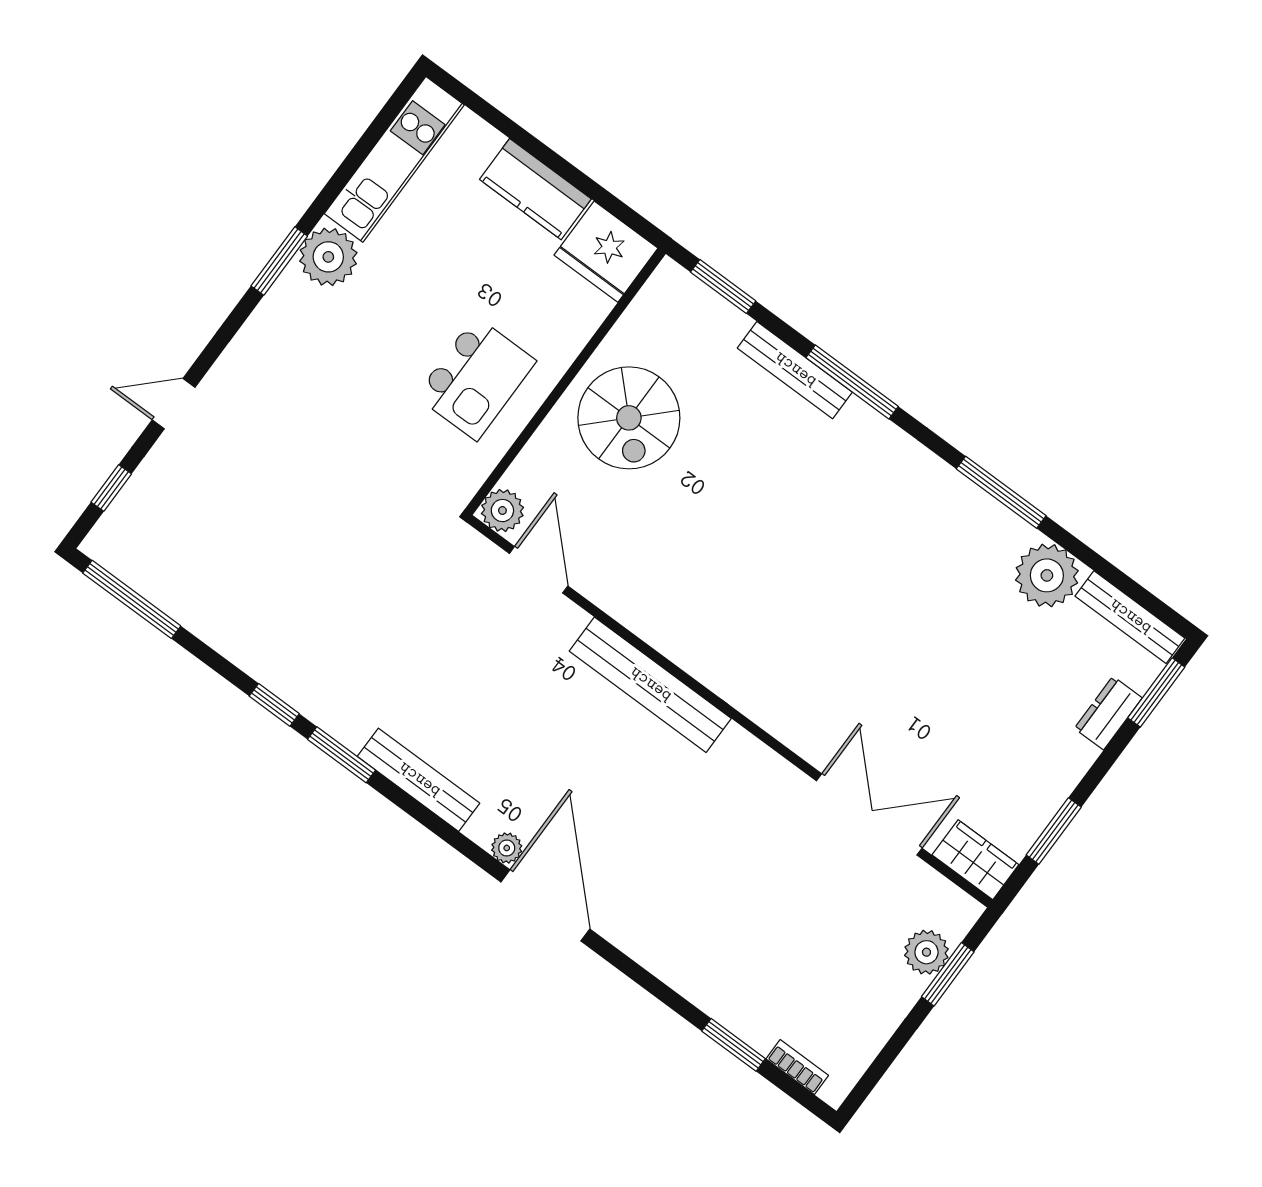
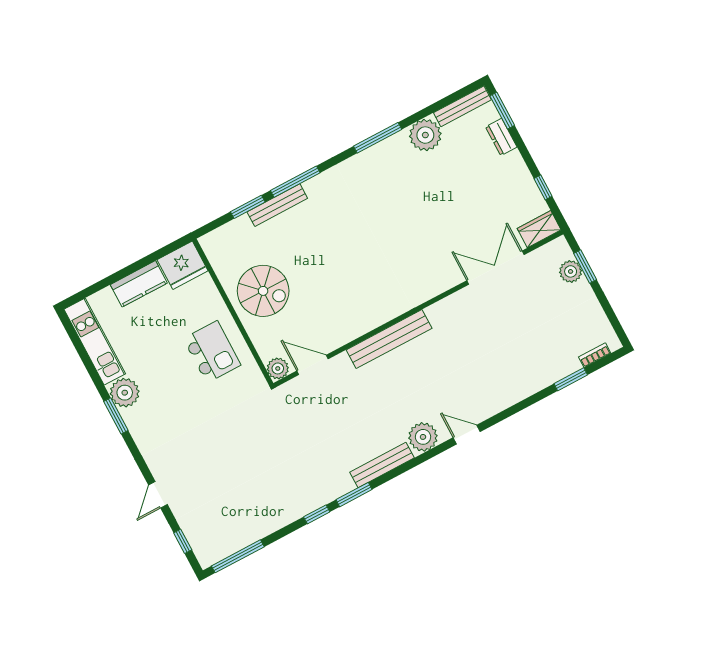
window: (723, 286) -> (248, 207), moved
window: (1054, 831) -> (543, 187), width x0.67
plant: (507, 848) -> (423, 437), width x1.88, depth x1.88
door: (545, 905) -> (467, 435), width x0.53

